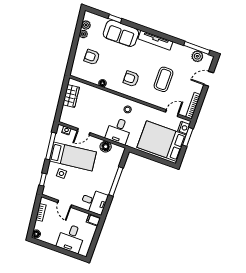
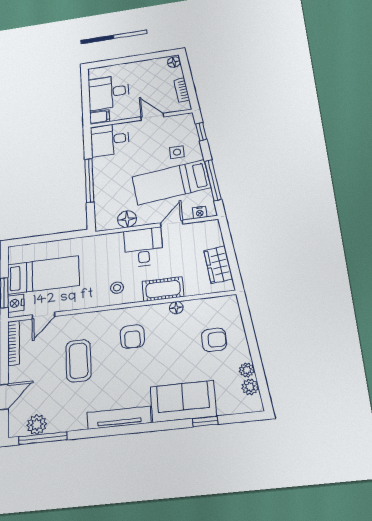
armchair: (131, 79) -> (132, 337), turned 90
cot: (105, 97) -> (163, 289), added
desk: (119, 131) -> (143, 247), moved
bed: (162, 141) -> (43, 275), width x0.67
desk: (71, 238) -> (109, 92), moved, turned -90

